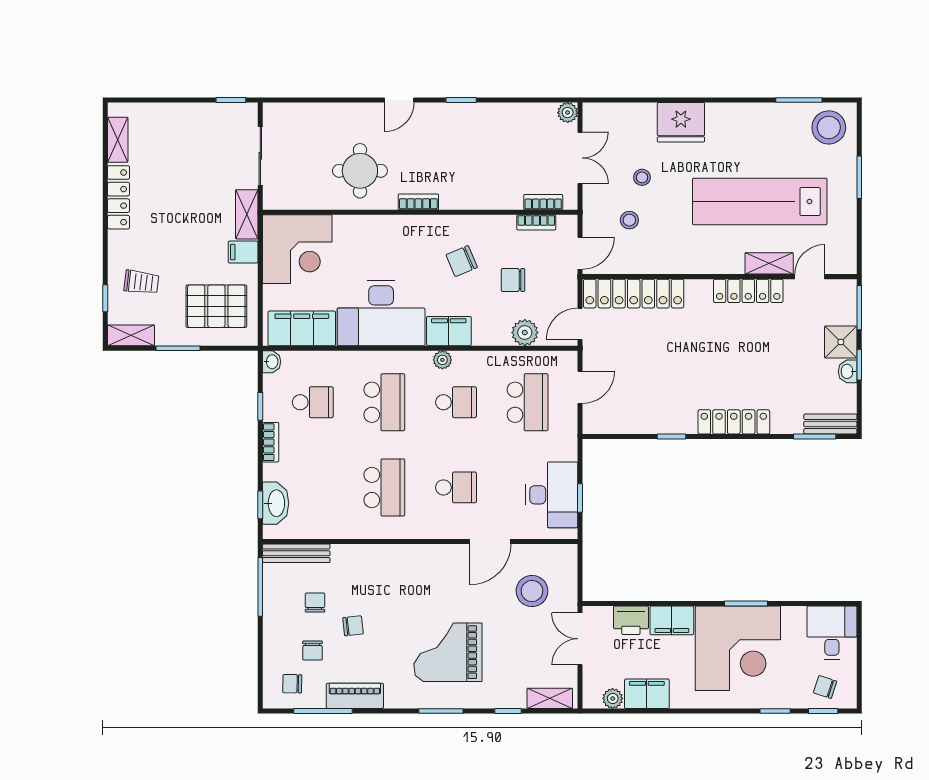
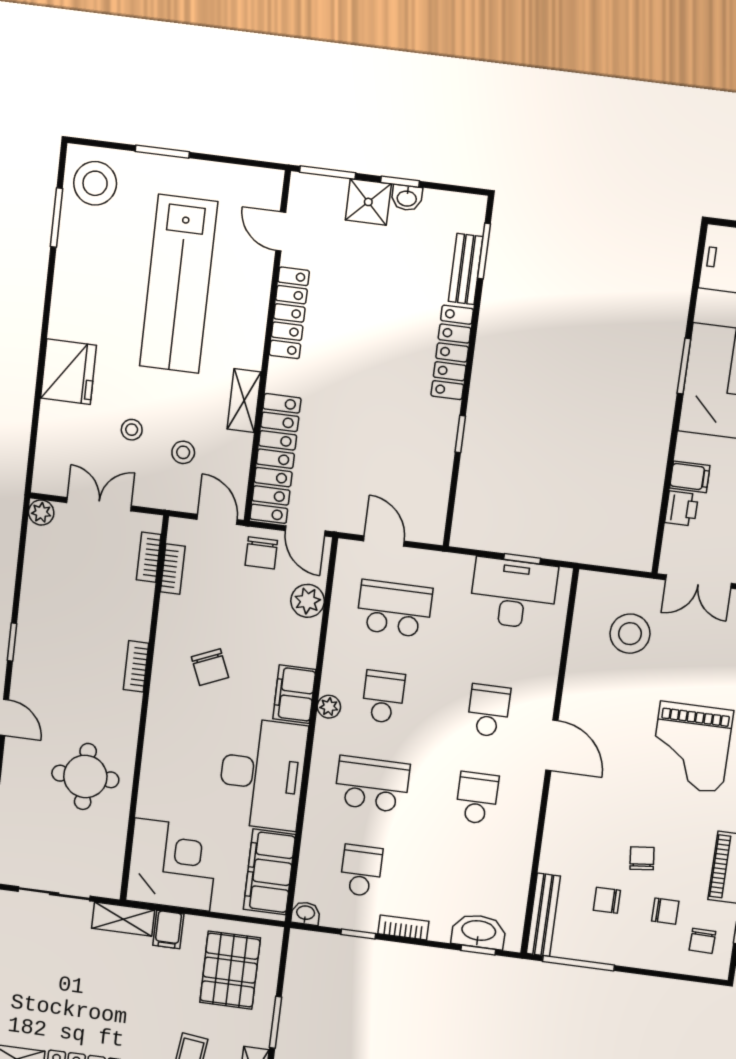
bookcase: (418, 202) -> (136, 666), moved
shelving: (769, 263) -> (244, 401), moved
chair: (513, 280) -> (261, 553), moved
bench: (830, 424) -> (466, 269), moved
school desk: (384, 487) -> (477, 798), width x0.54
door: (490, 542) -> (552, 745), moved
printer: (631, 620) -> (682, 508), width x0.73, depth x0.81
filing cabinet: (672, 620) -> (690, 477), width x0.50

